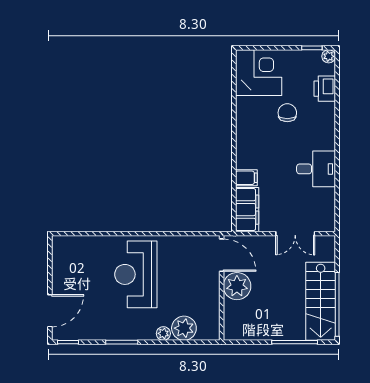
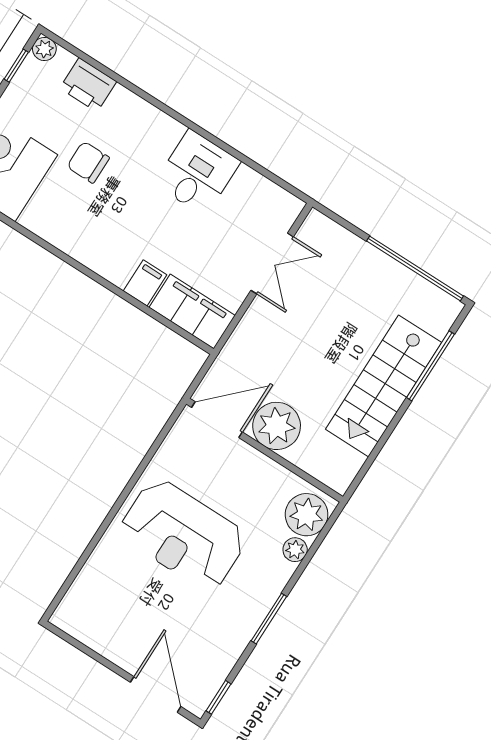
door: (222, 255) -> (217, 420), moved
plant: (237, 286) -> (277, 426), moved
wall: (222, 288) -> (265, 450), moved
stairs: (321, 301) -> (384, 386), moved, turned 90

